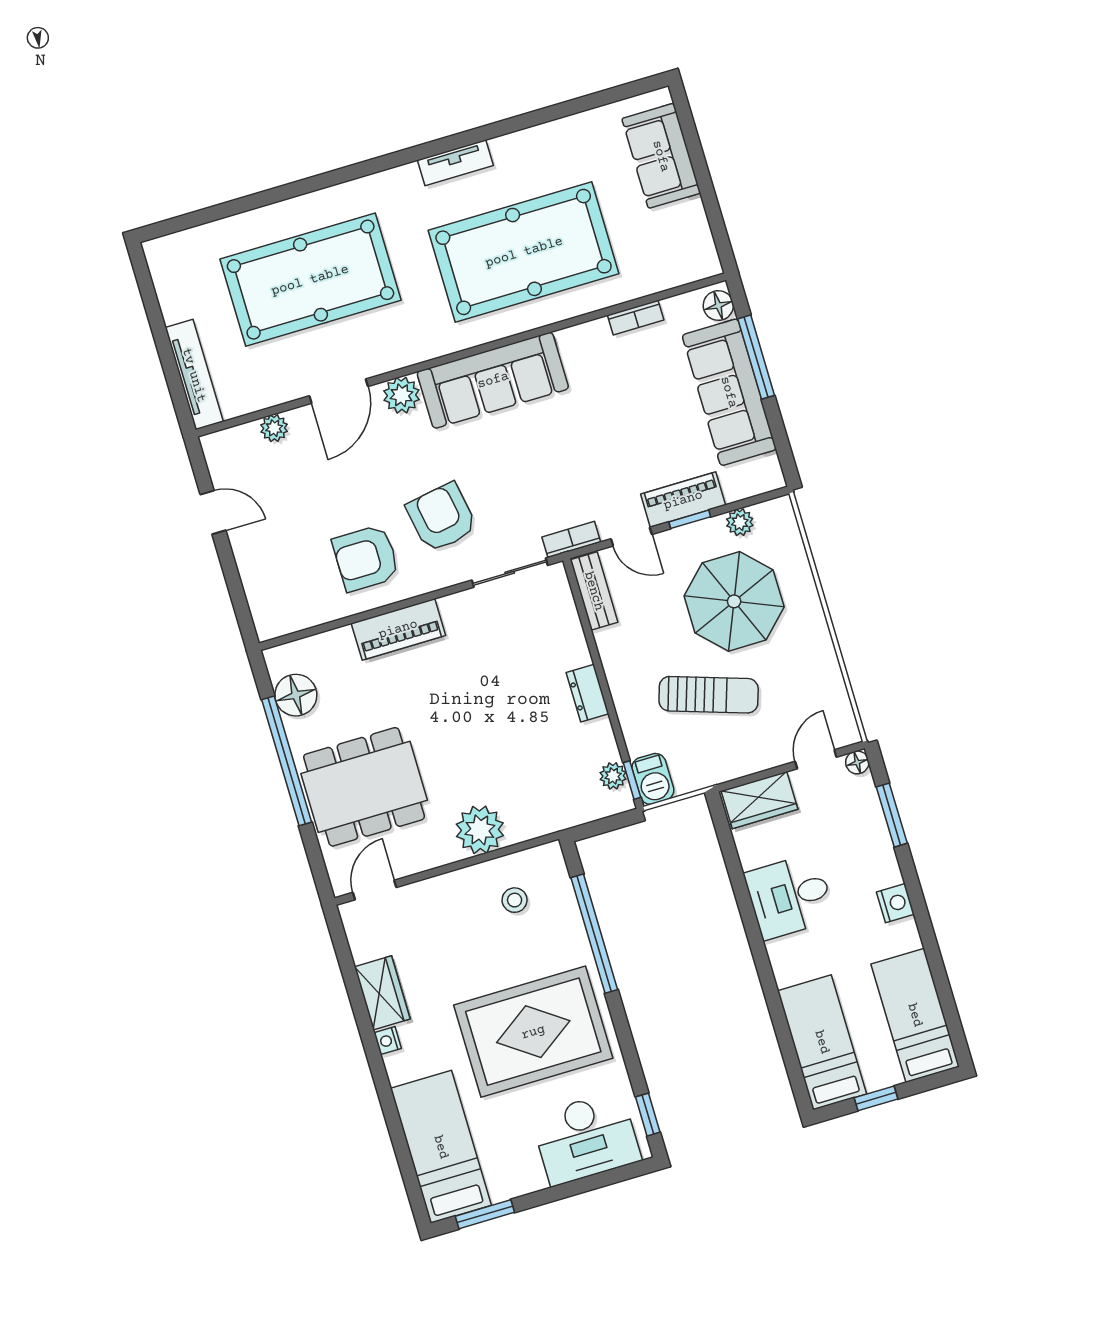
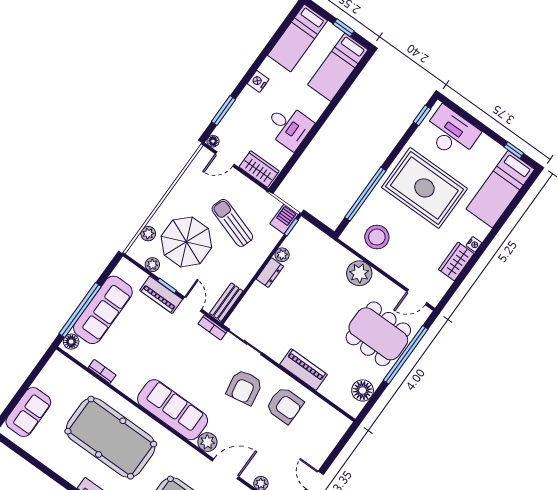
window: (756, 357) -> (80, 310), width x1.46
plant: (792, 553) -> (148, 234), added
window: (287, 761) -> (406, 355), moved
plant: (613, 776) -> (282, 255), moved
stool: (515, 900) -> (377, 237), width x1.89, depth x1.89
window: (485, 1214) -> (514, 150), width x0.67

